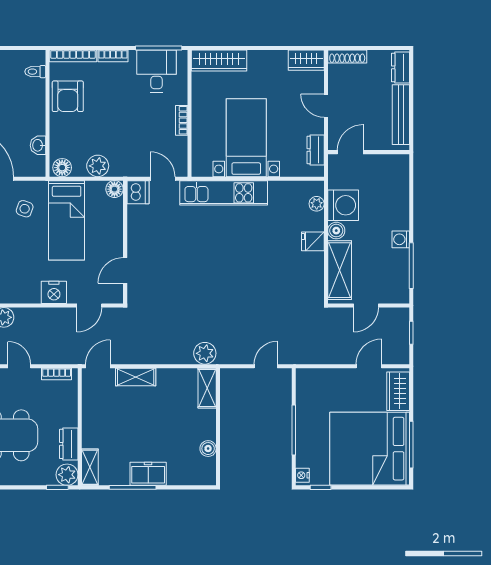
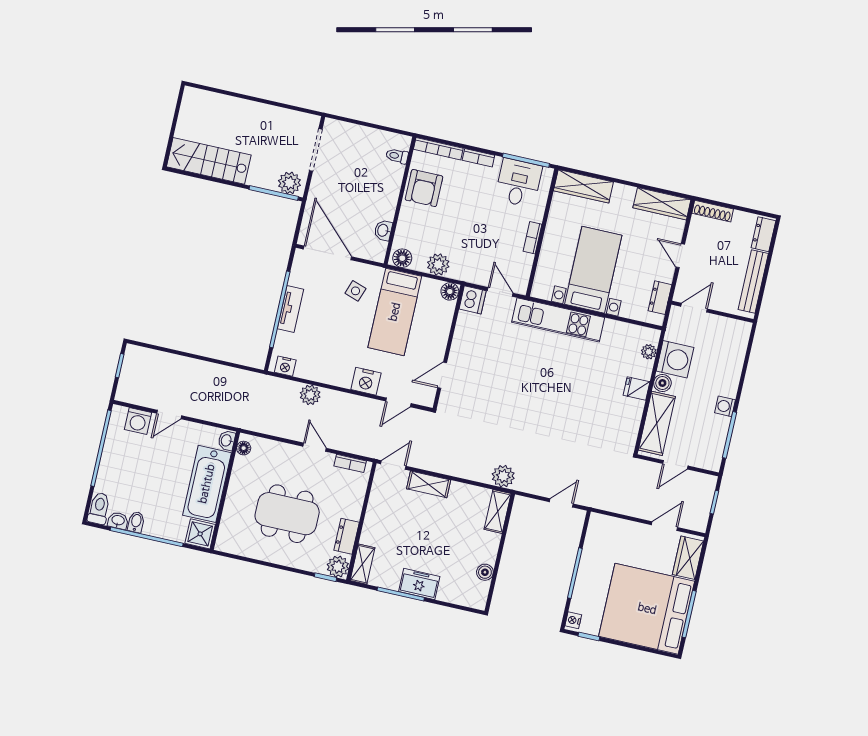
wardrobe: (306, 60) -> (662, 204), width x1.50

